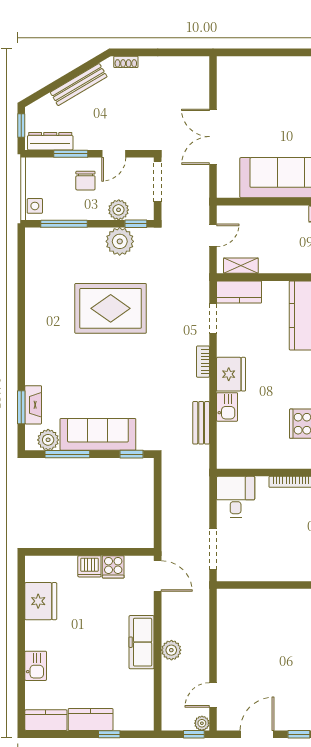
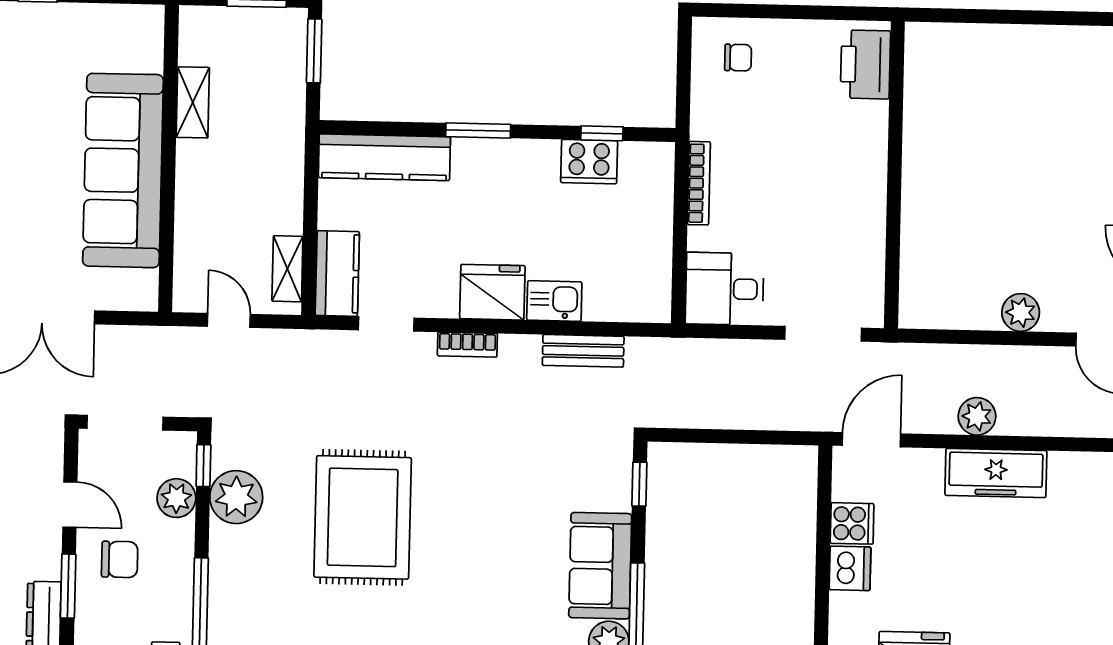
sofa: (98, 434) -> (600, 566), width x0.73
plant: (171, 650) -> (977, 416), moved
plant: (227, 653) -> (1021, 312), added

